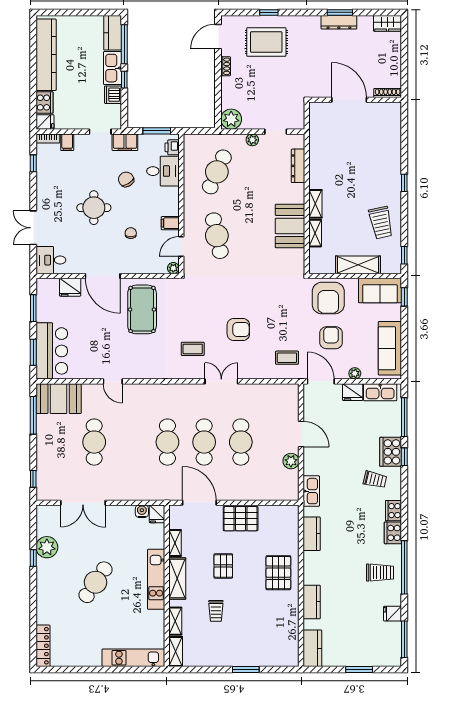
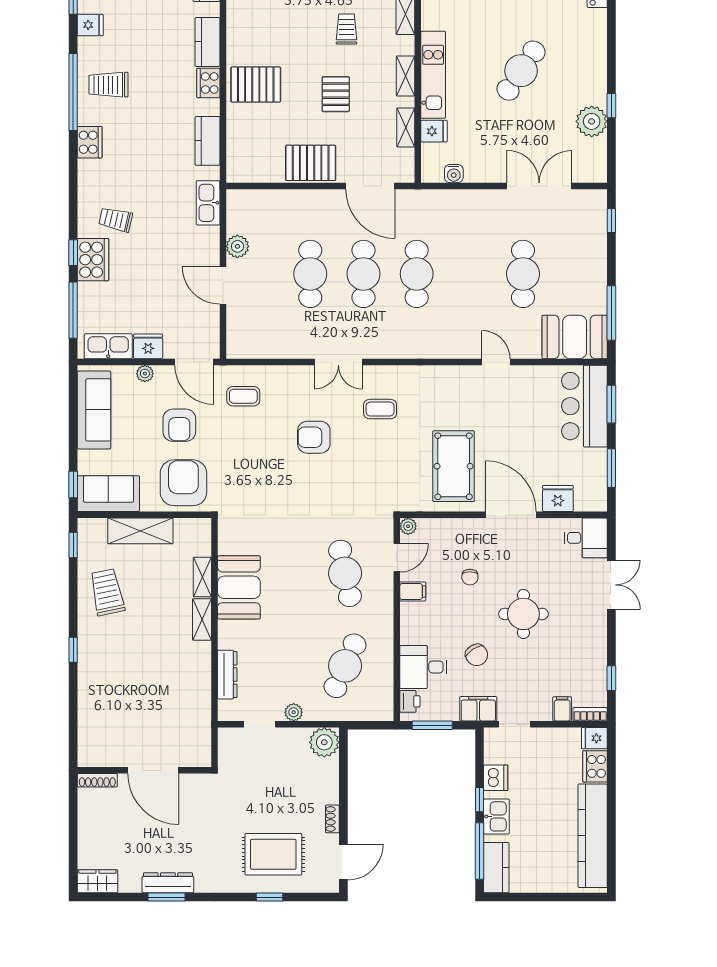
kitchen sink: (112, 68) -> (496, 816), width x0.73
cooker: (394, 511) -> (208, 83), moved, turned 180
fridge: (157, 514) -> (434, 131), moved, turned 90
pallet: (278, 573) -> (256, 84), turned 90
shelving: (177, 578) -> (405, 76), width x0.67, depth x0.75

